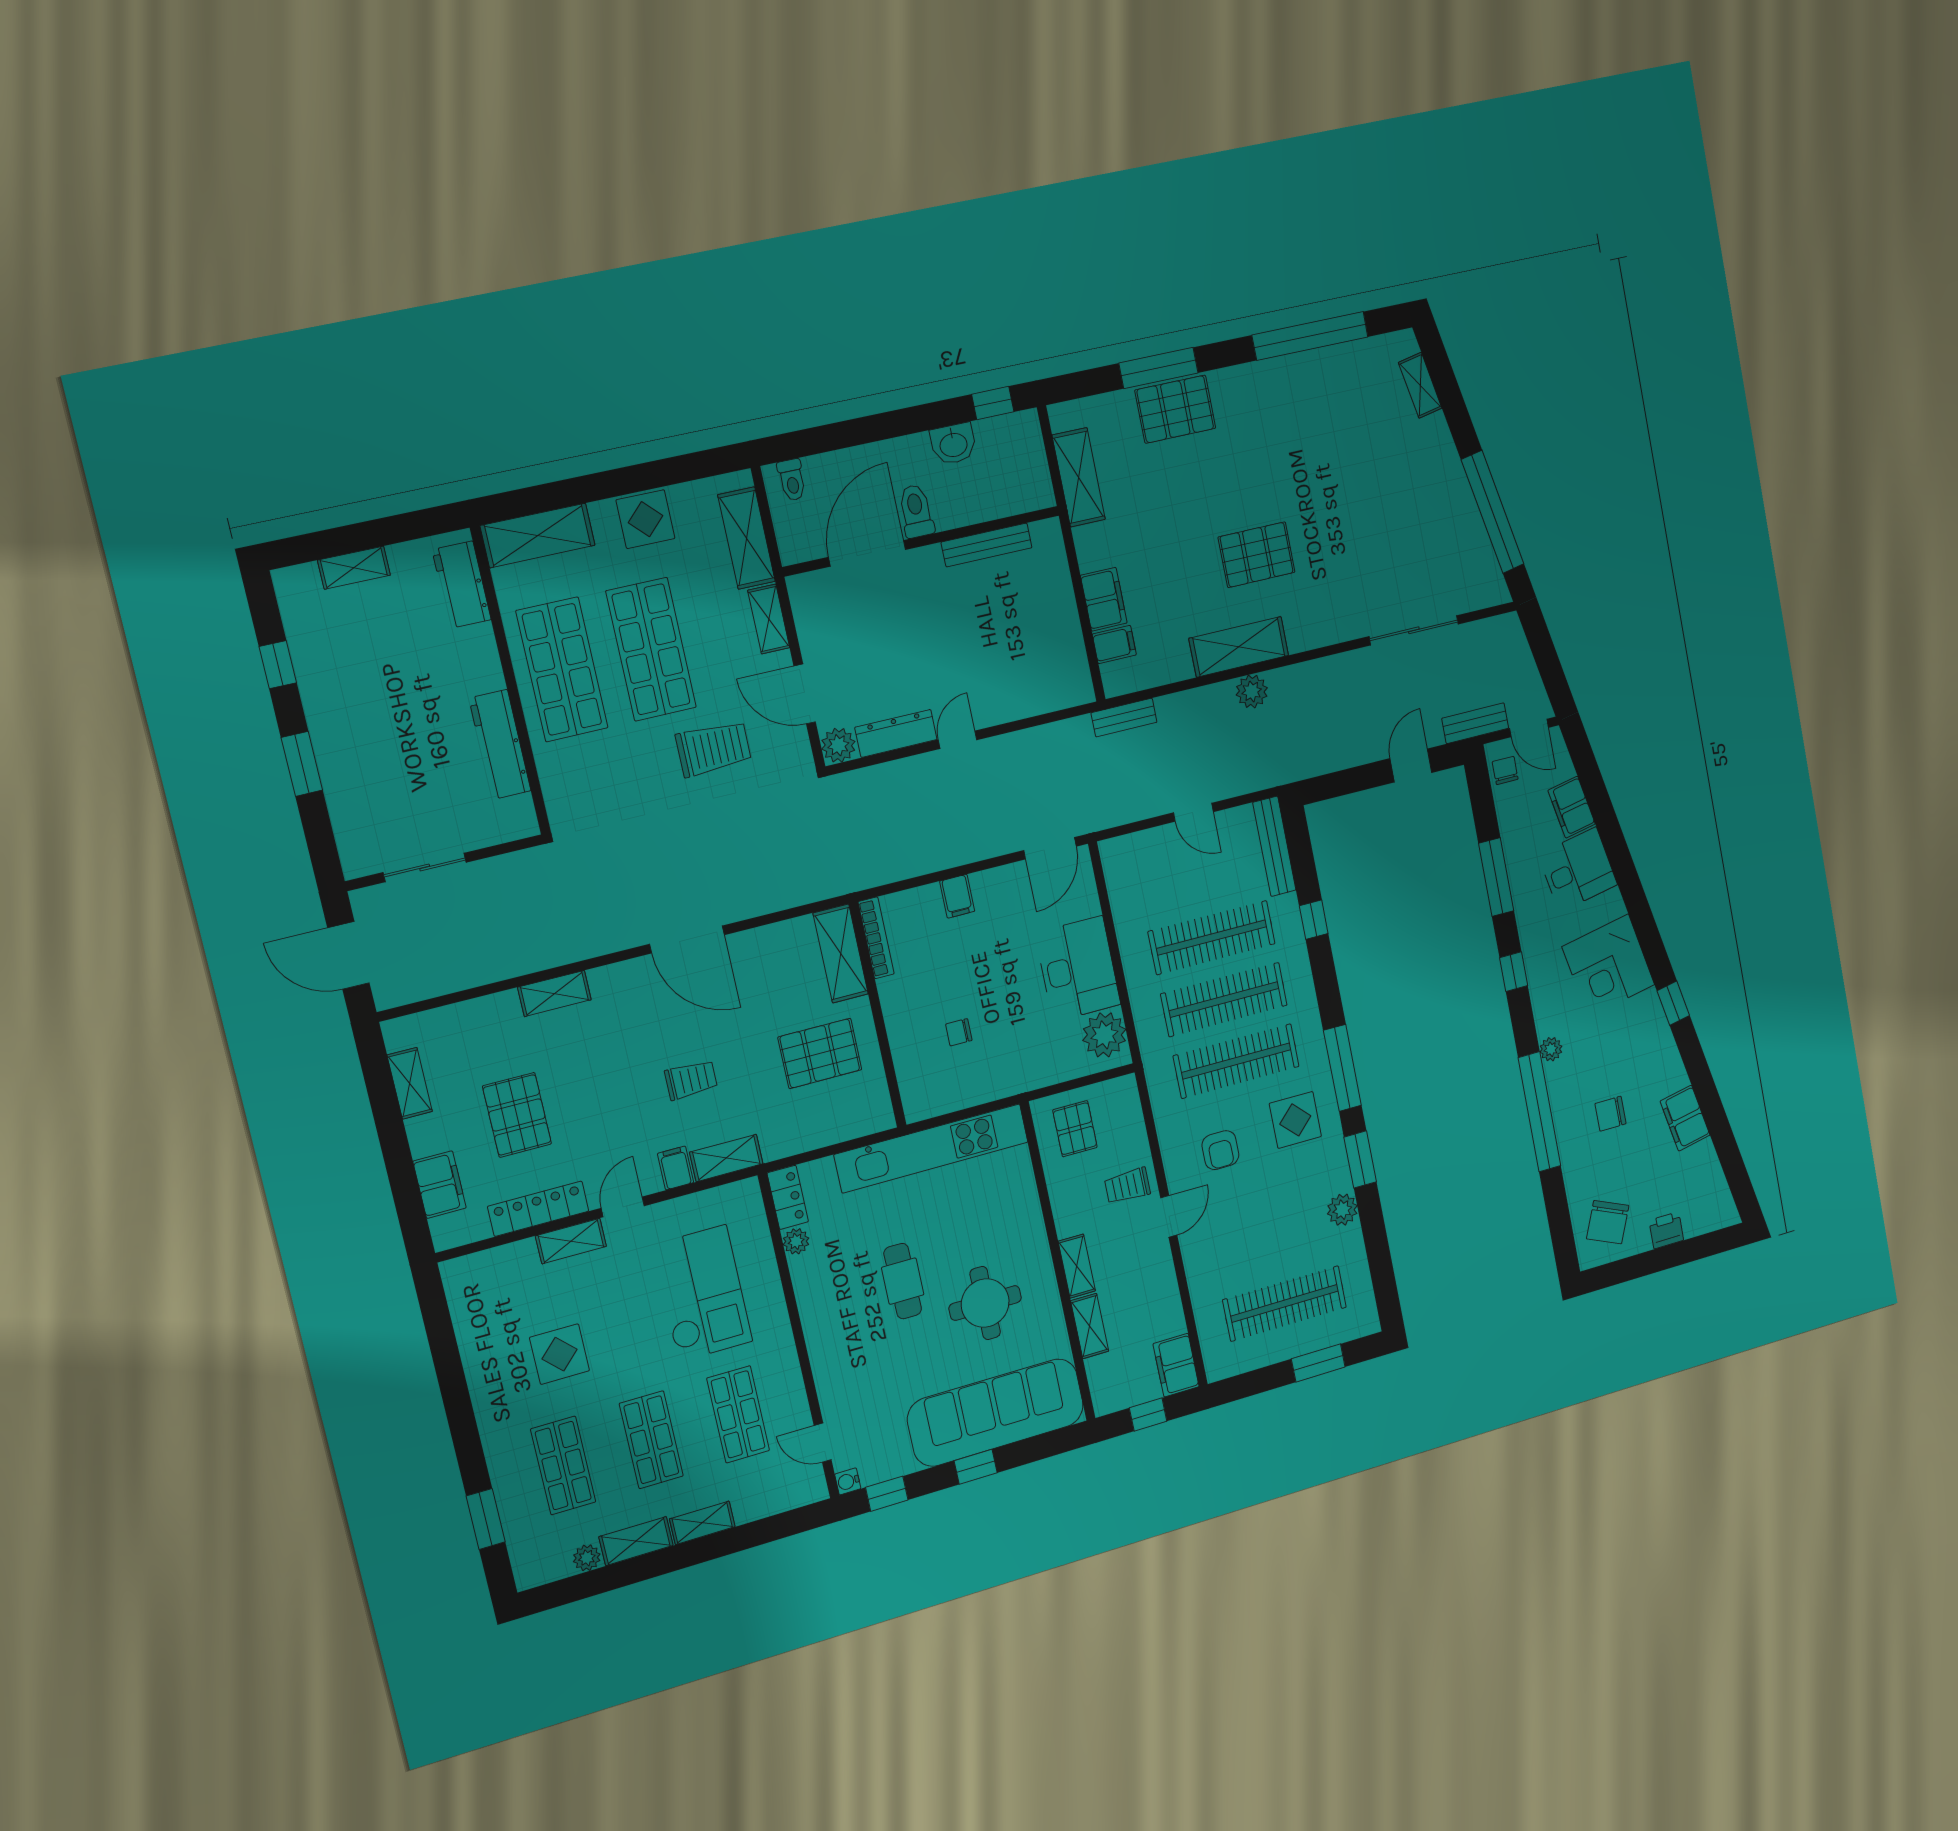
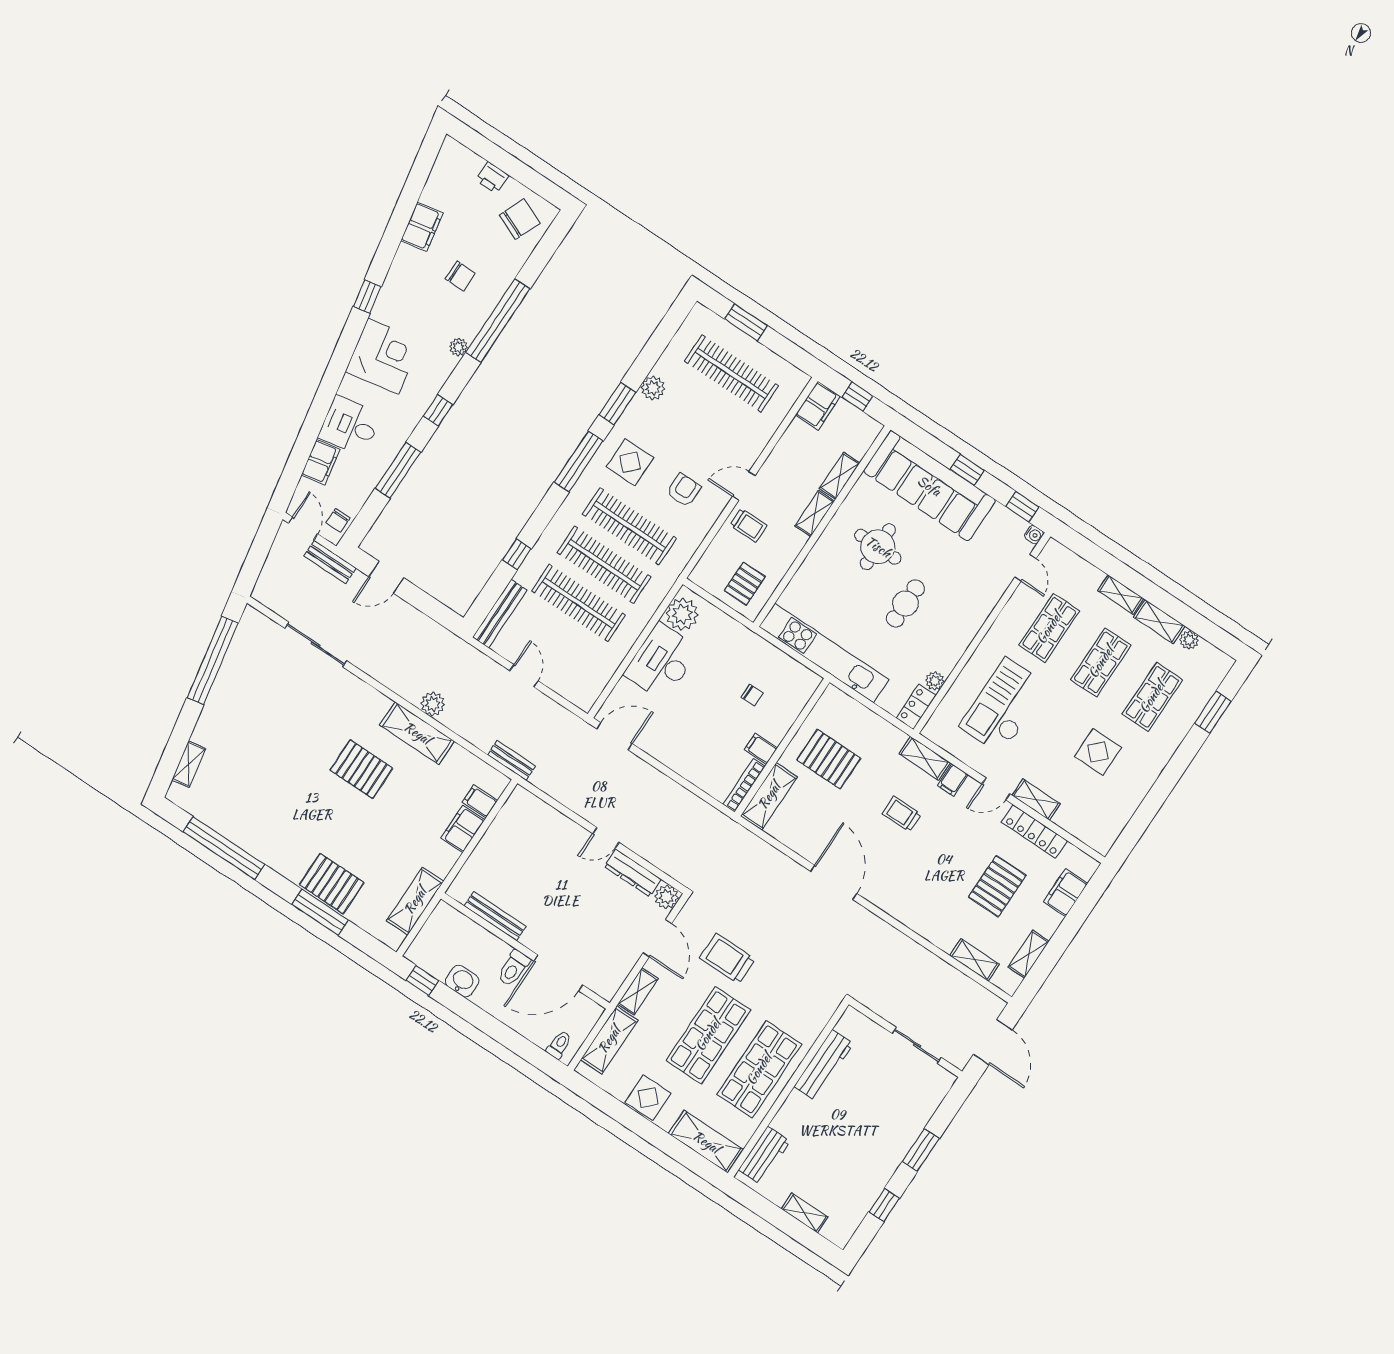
filing cabinet: (957, 896) -> (761, 749), moved, turned -90
shelving: (554, 993) -> (975, 960), moved

